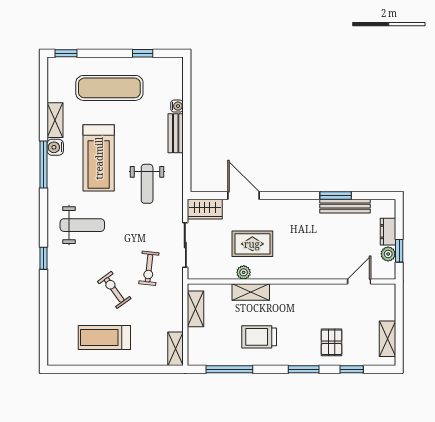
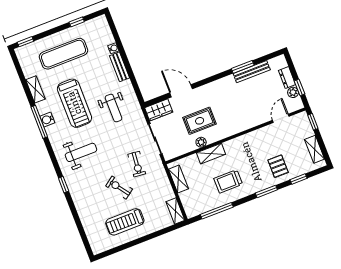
water cooler: (55, 147) -> (47, 119), moved
window: (399, 302) -> (313, 122), added

